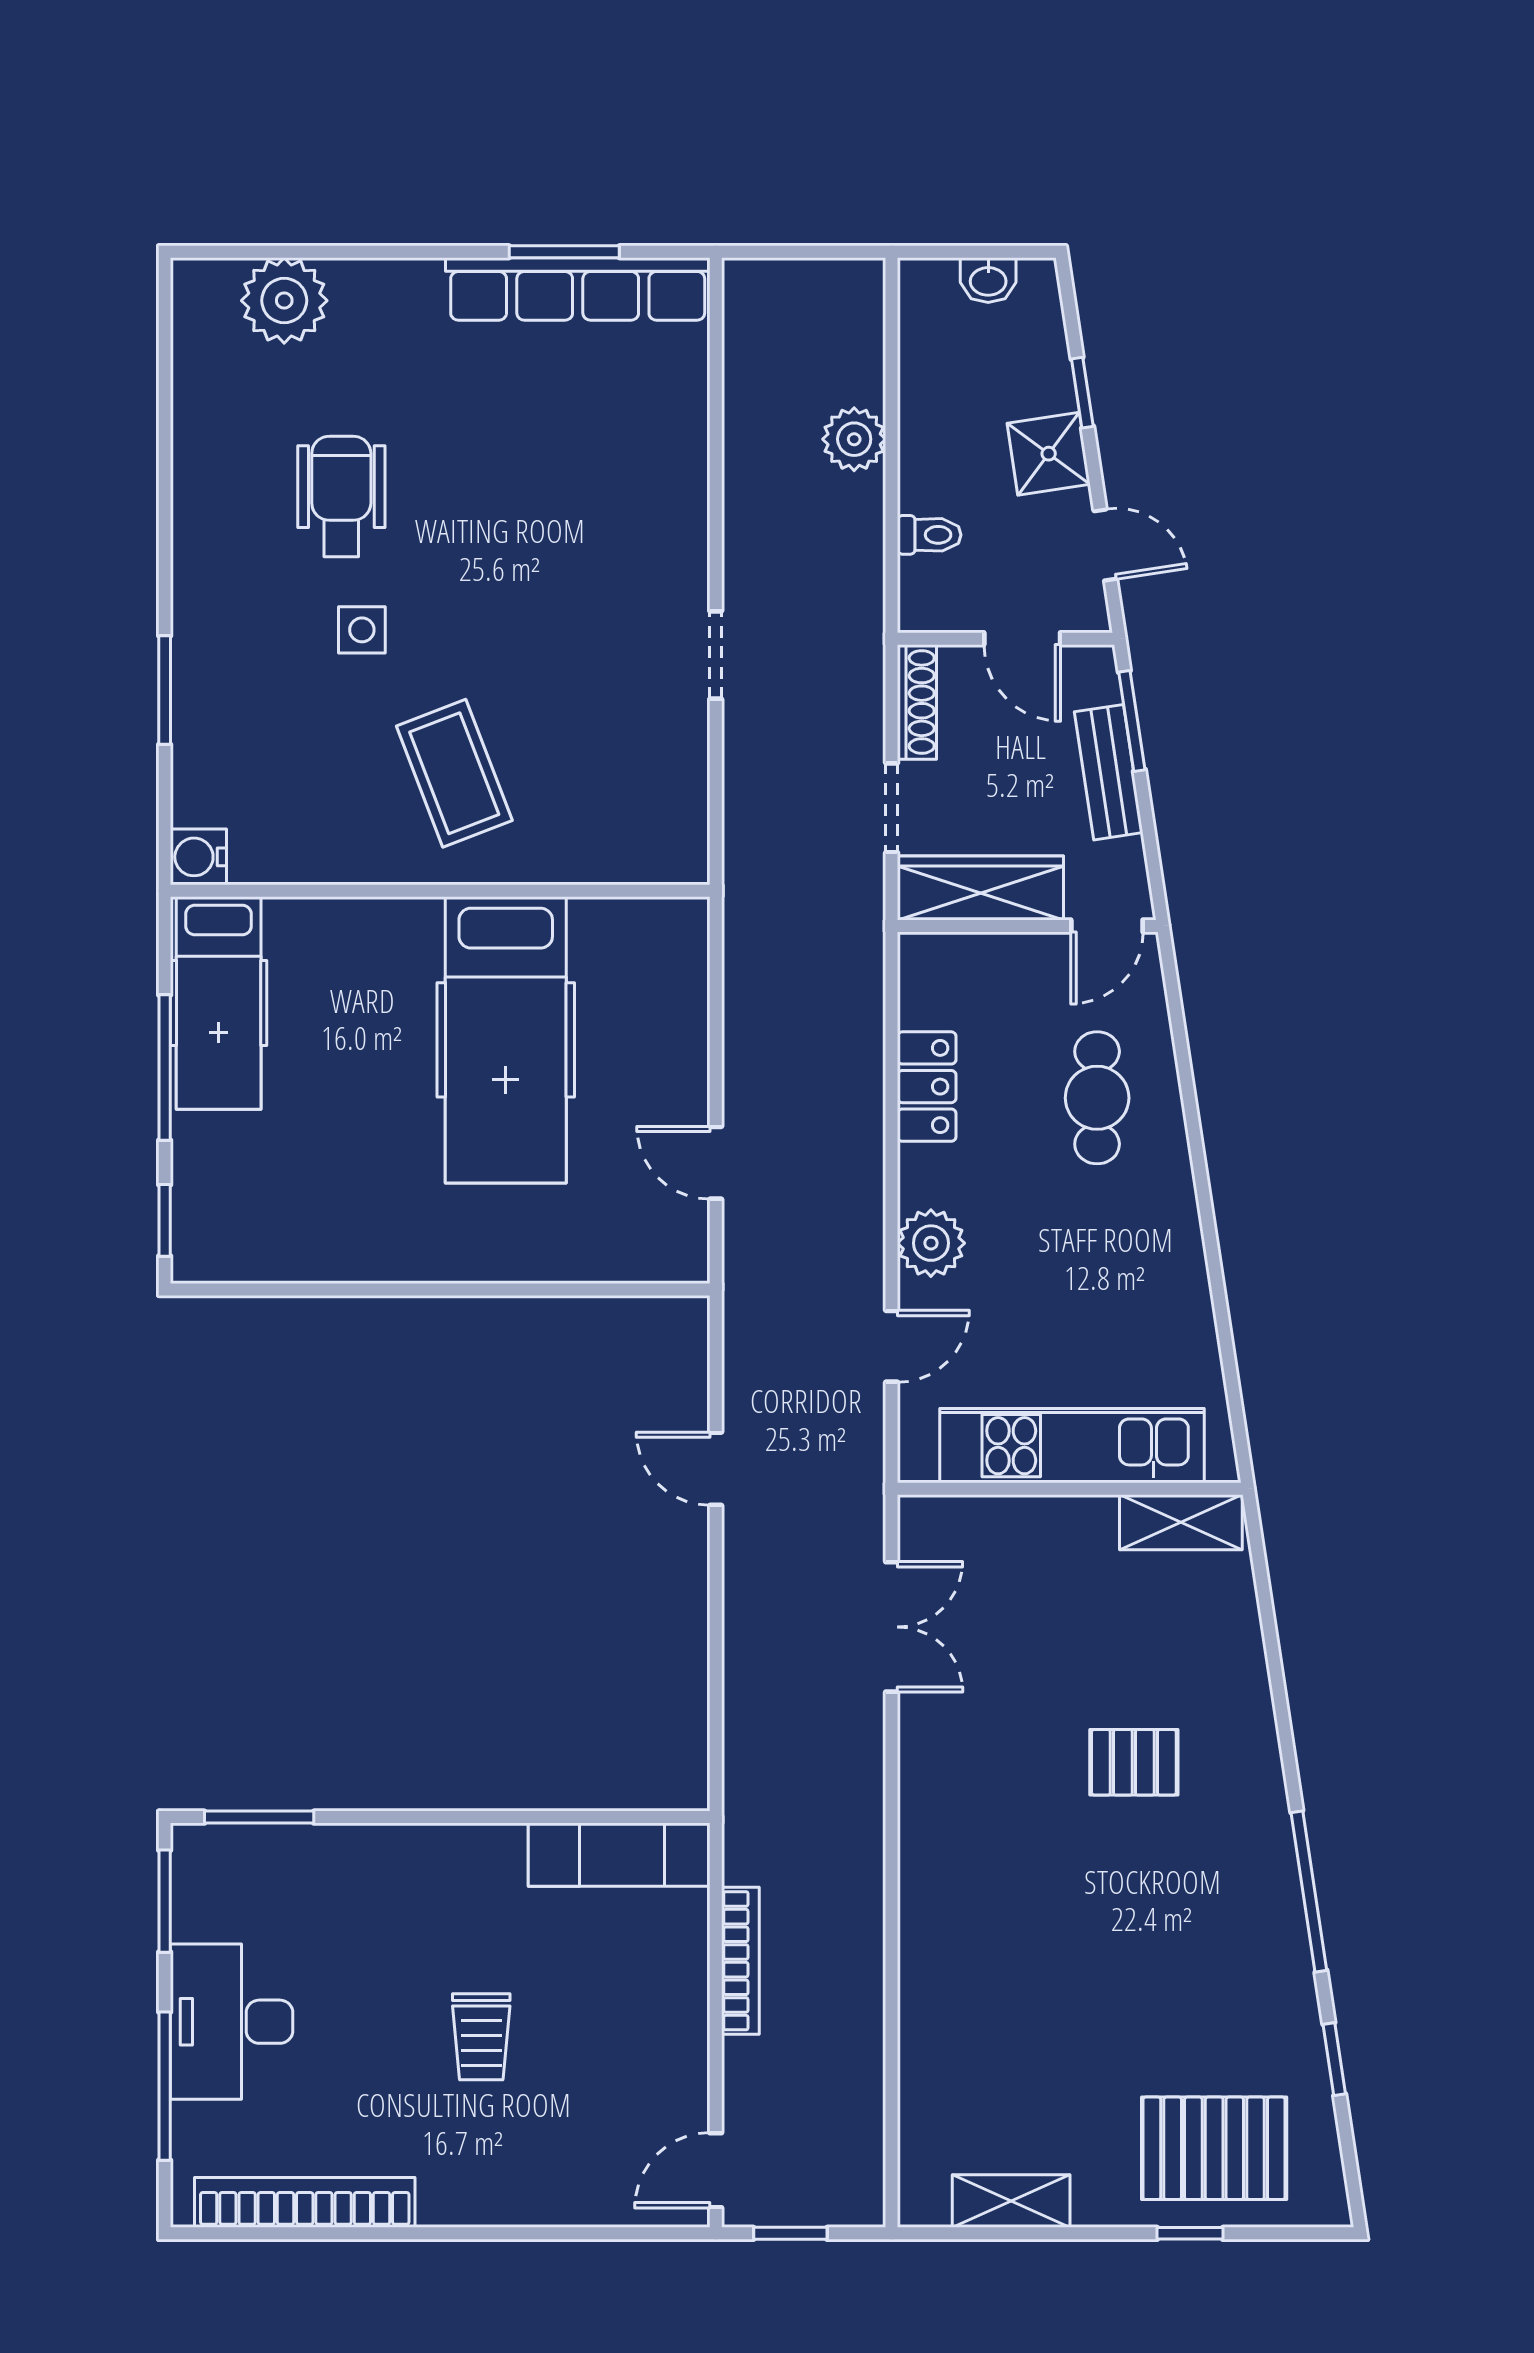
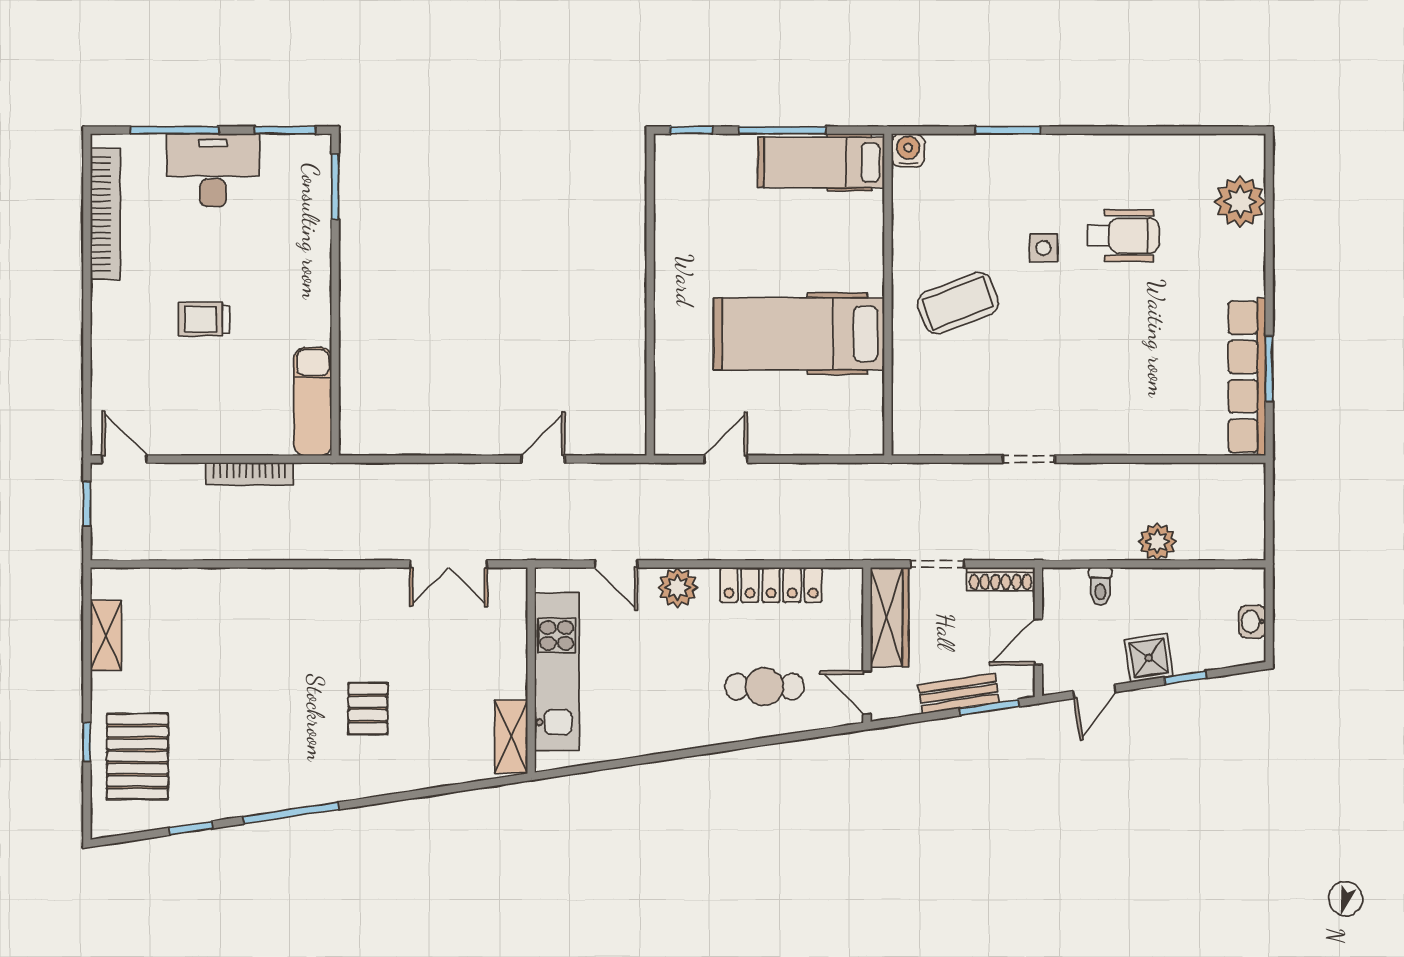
locker: (927, 1087) -> (771, 585), width x1.53

